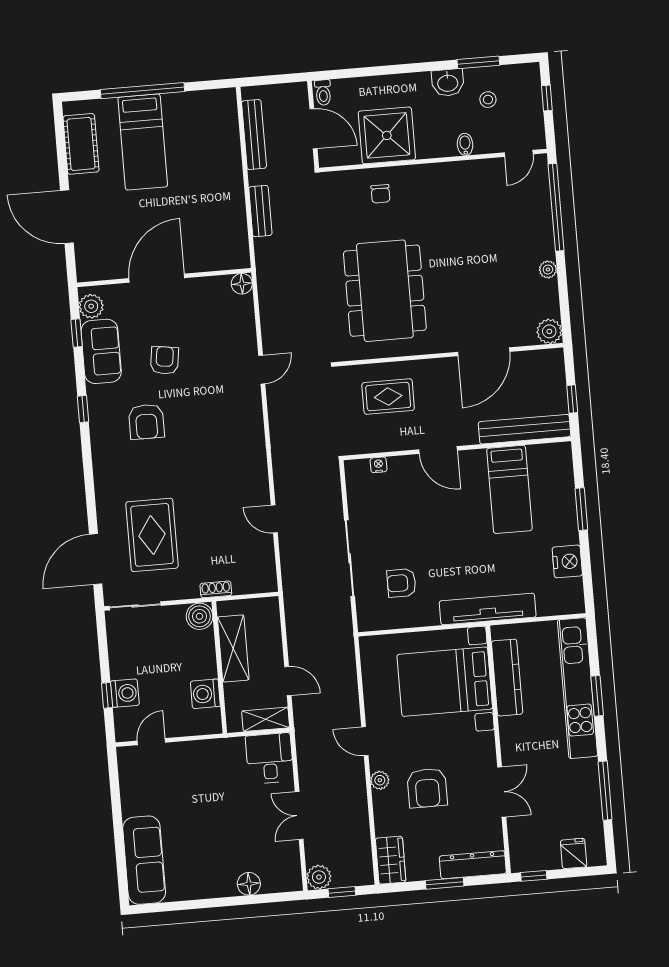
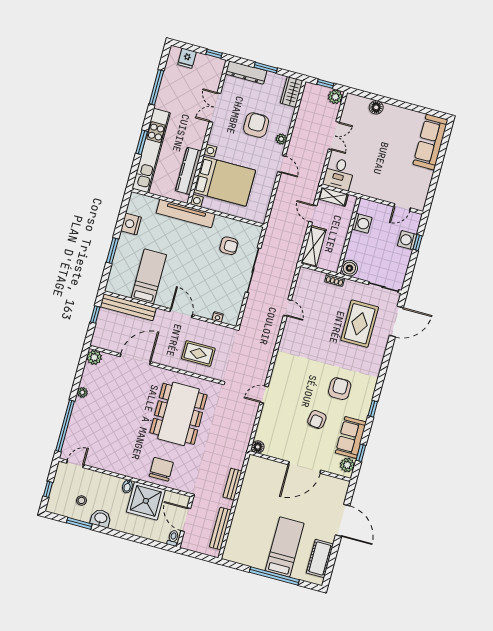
bidet: (465, 144) -> (127, 486), moved
chair: (380, 194) -> (161, 469), width x1.87, depth x1.87
shelving: (233, 648) -> (314, 246), moved

